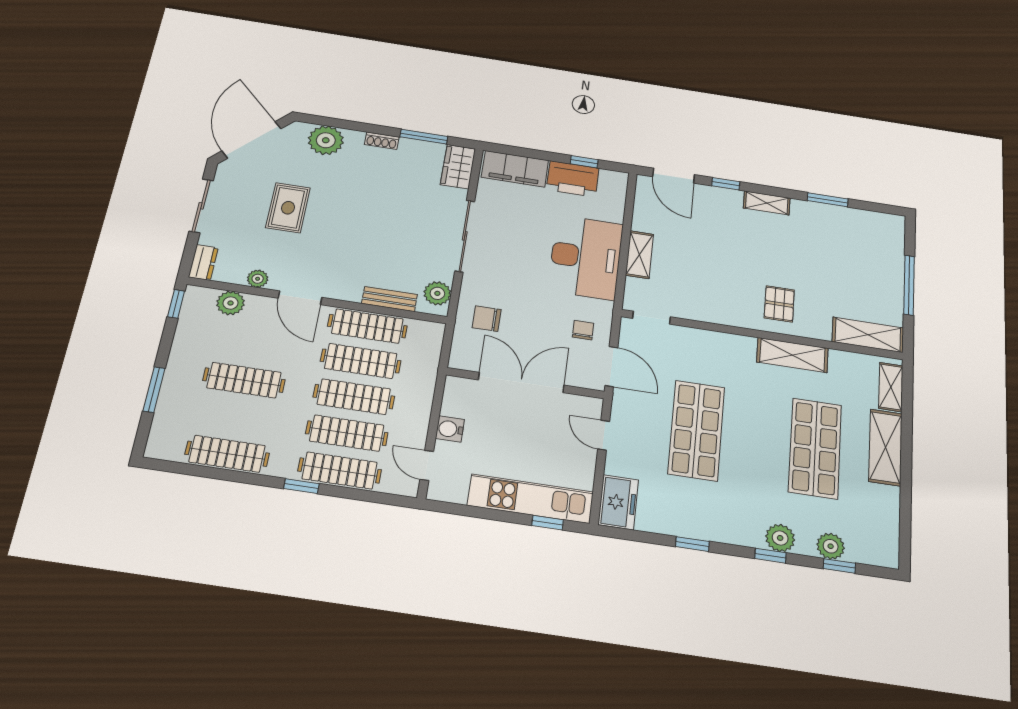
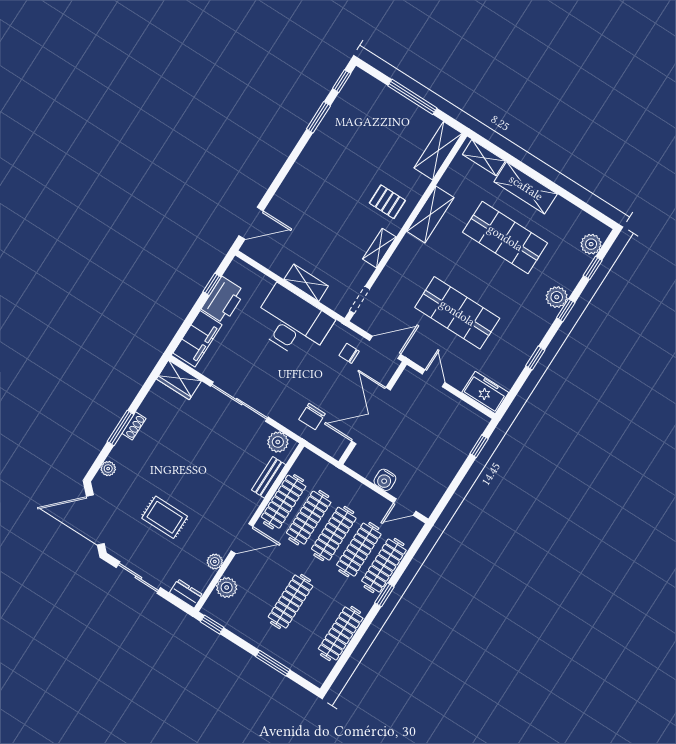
window: (424, 137) -> (121, 428), moved
plant: (326, 140) -> (108, 469), width x0.53, depth x0.53
window: (726, 184) -> (342, 81), moved
shelving: (767, 203) -> (379, 248), moved
door: (604, 435) -> (434, 378), swing flipped
kitchen unit: (531, 499) -> (458, 449), removed
plant: (831, 546) -> (591, 244), moved

